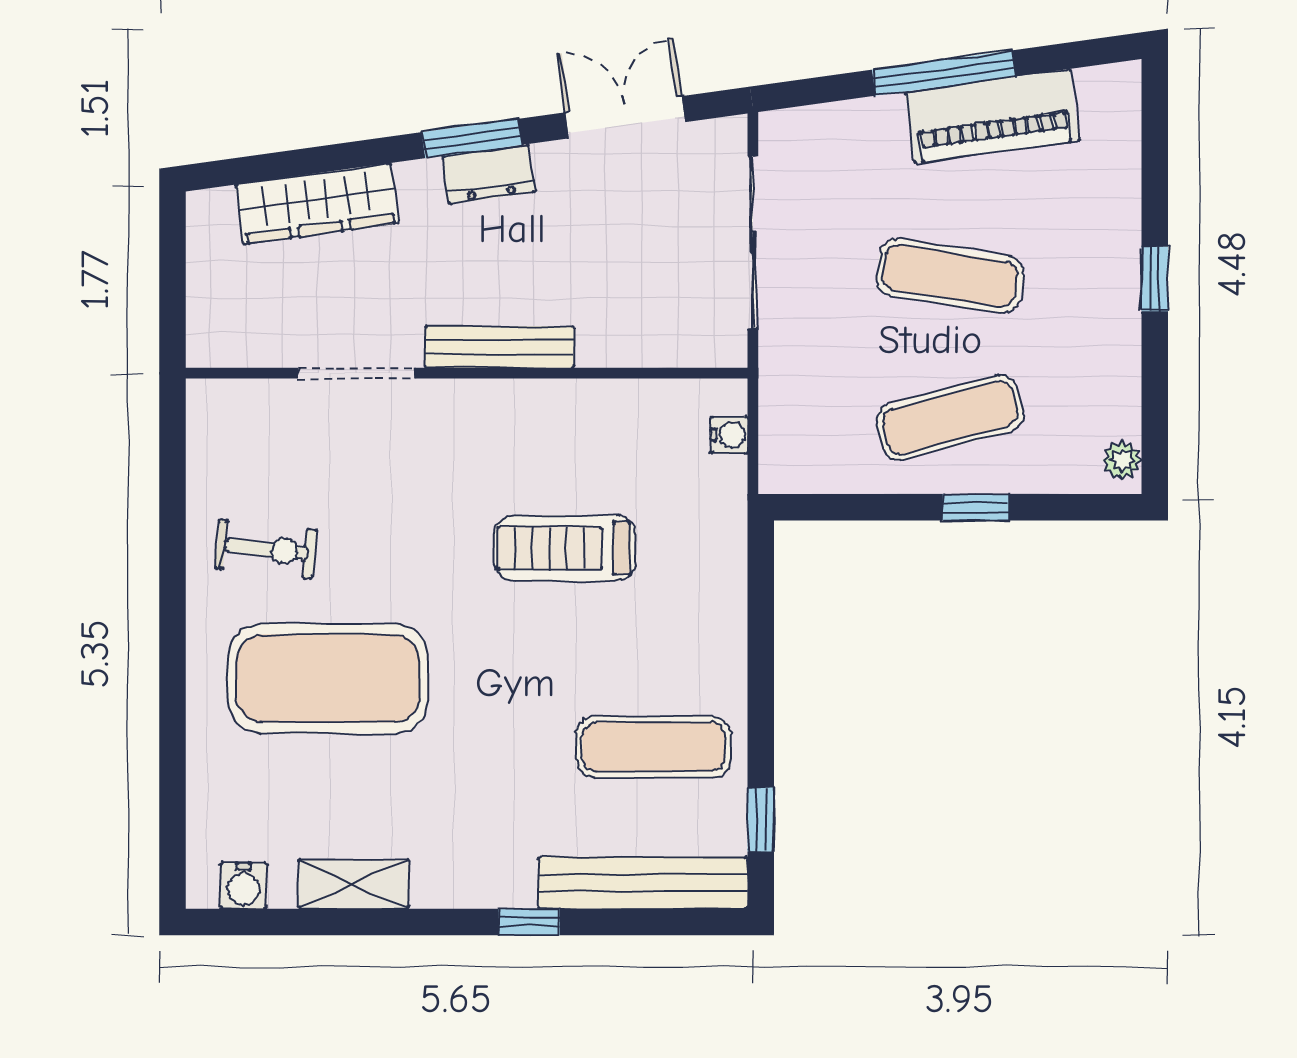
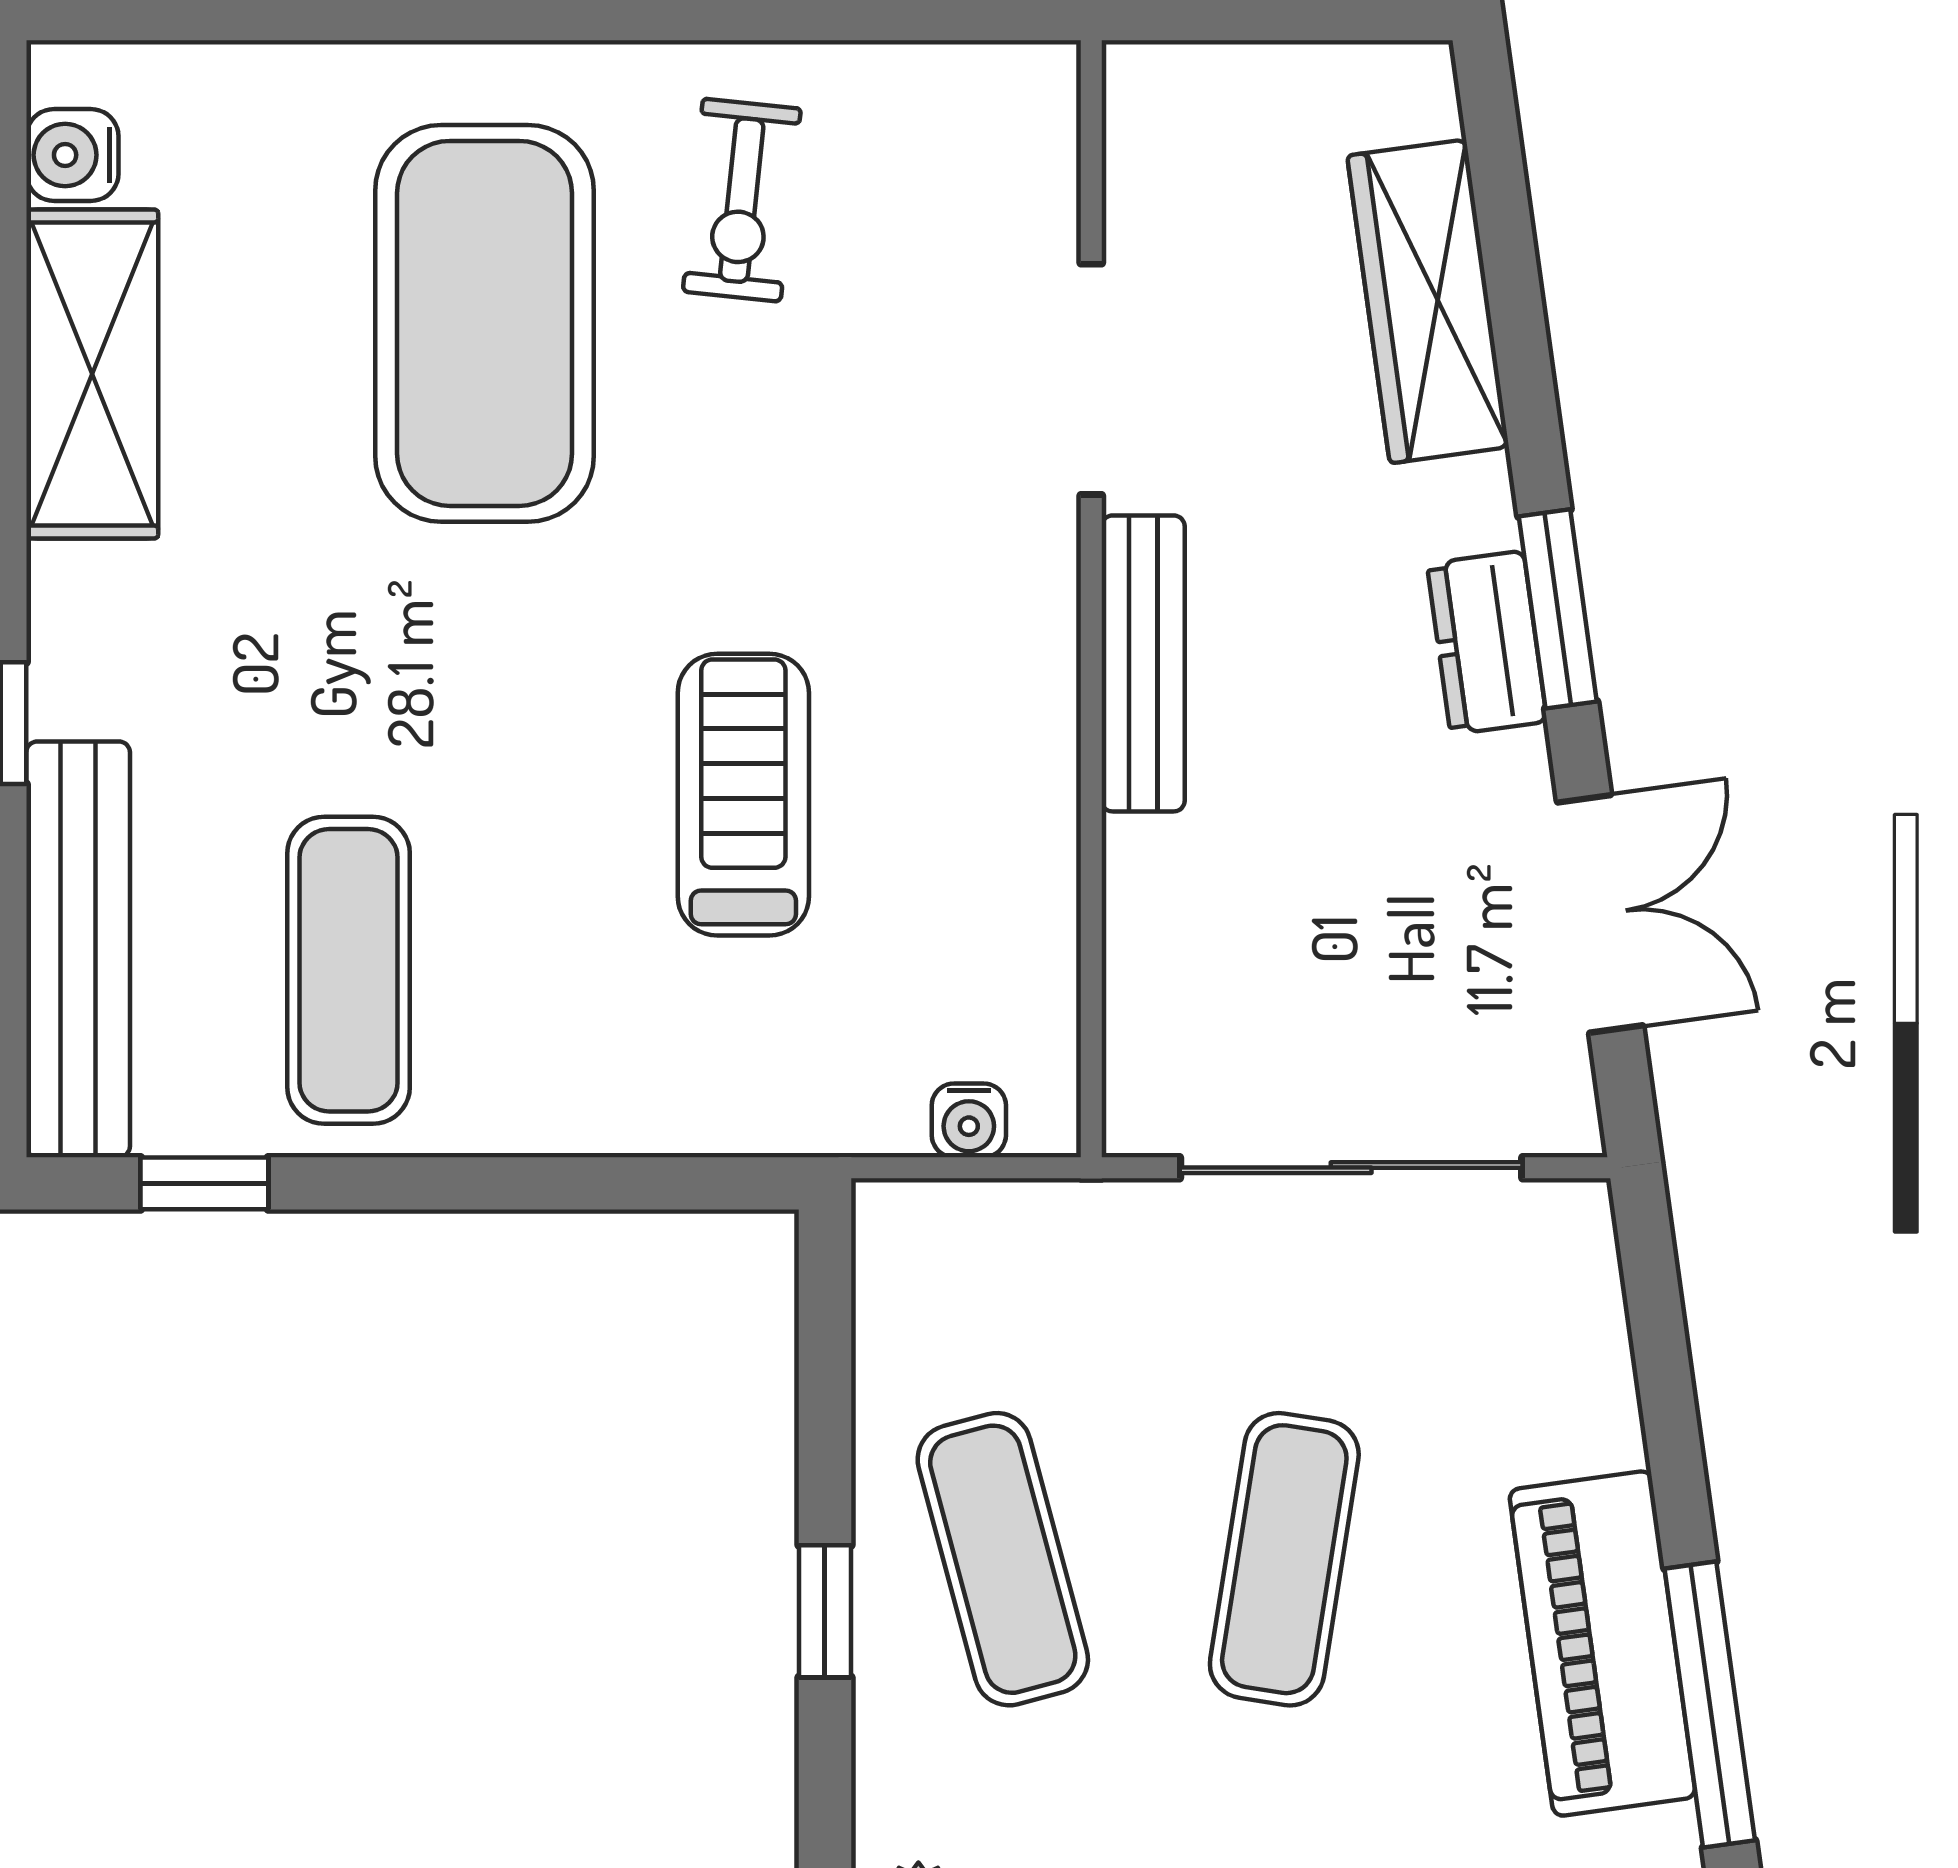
window: (944, 73) -> (1710, 1704), moved
shelving: (354, 884) -> (92, 374), width x1.50, depth x1.33

